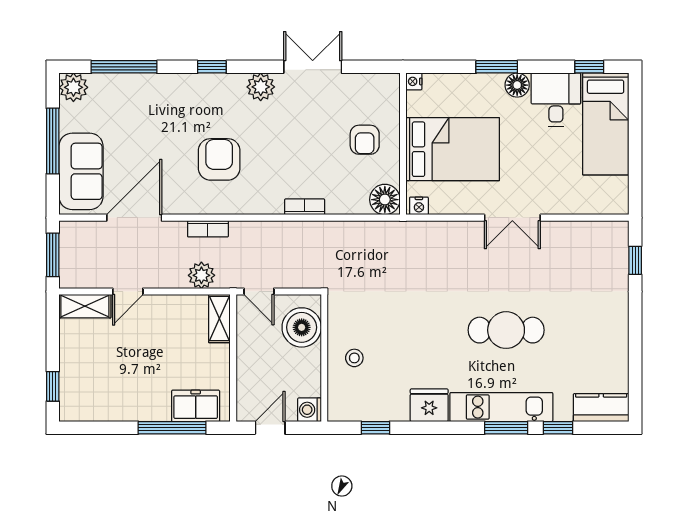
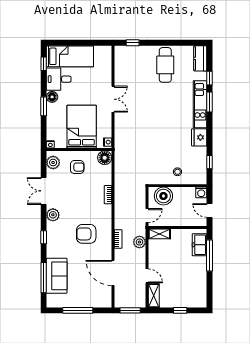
plant: (73, 87) -> (53, 162), moved
sofa: (81, 171) -> (57, 276), moved, turned 90
cafe table: (506, 330) -> (165, 65), moved
window: (53, 386) -> (180, 310), moved

